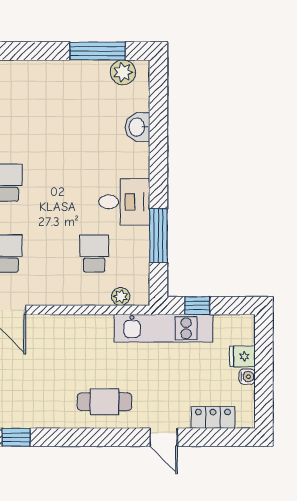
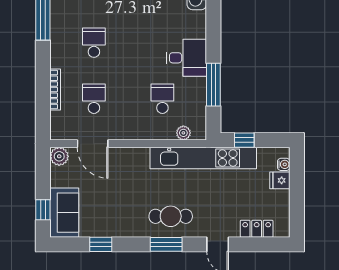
kitchen unit: (163, 328) -> (203, 158), width x1.36
water cooler: (247, 377) -> (284, 164), moved
window: (99, 437) -> (166, 244), added

